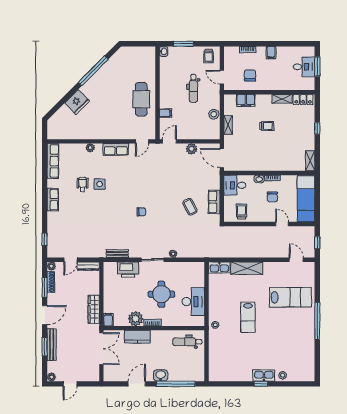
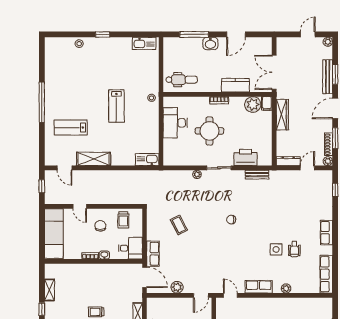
door: (142, 141) -> (230, 295), hinge flipped
shelving: (310, 161) -> (49, 290), moved
chair: (272, 197) -> (100, 226), moved
row of seats: (214, 202) -> (153, 254), moved
shelving: (247, 268) -> (94, 159), moved
lab bench: (290, 297) -> (71, 128), width x0.73, depth x0.72
lab bench: (248, 317) -> (116, 106), turned 180
plant: (136, 319) -> (253, 104), moved
kitchen sink: (264, 376) -> (144, 43), moved
window: (176, 384) -> (194, 34), width x0.68

